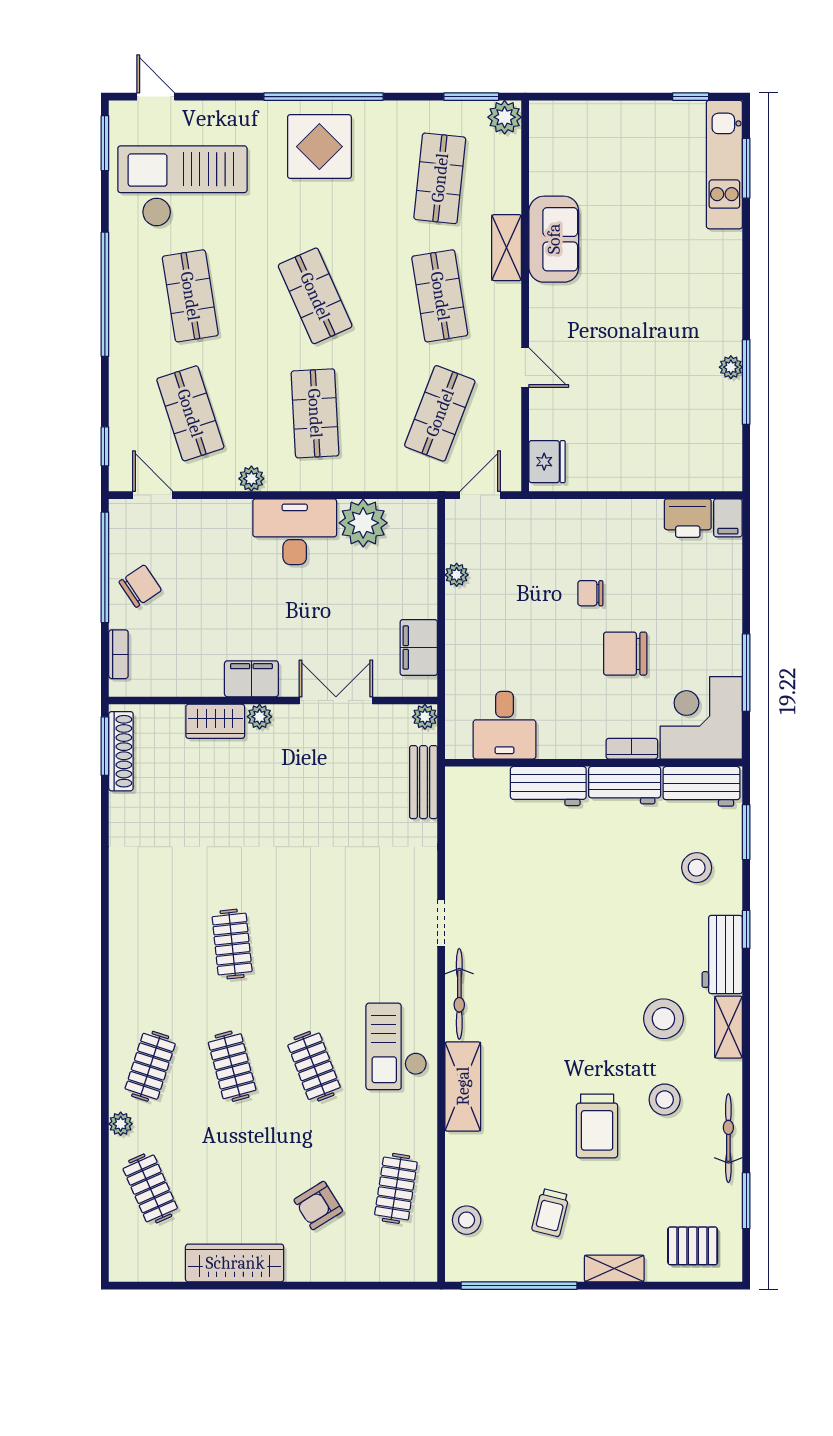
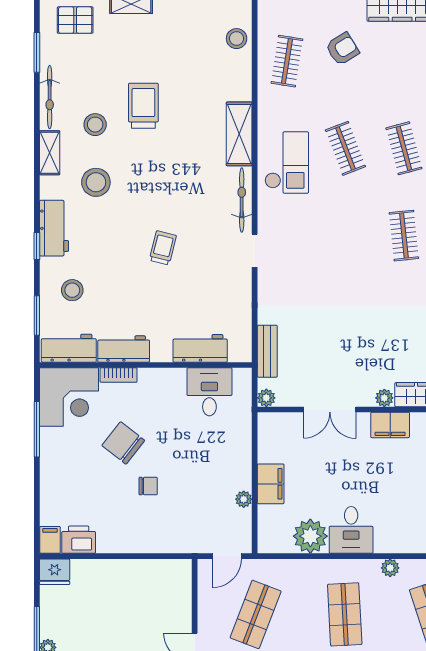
fridge: (547, 462) -> (55, 572), moved, turned -90
desk: (295, 532) -> (351, 530), width x0.73
filing cabinet: (419, 648) -> (271, 484), moved
chair: (625, 654) -> (123, 443), turned -142
workbench: (548, 786) -> (200, 348), moved
shelving: (728, 1027) -> (50, 153), moved
trolley: (550, 1213) -> (163, 248), moved

